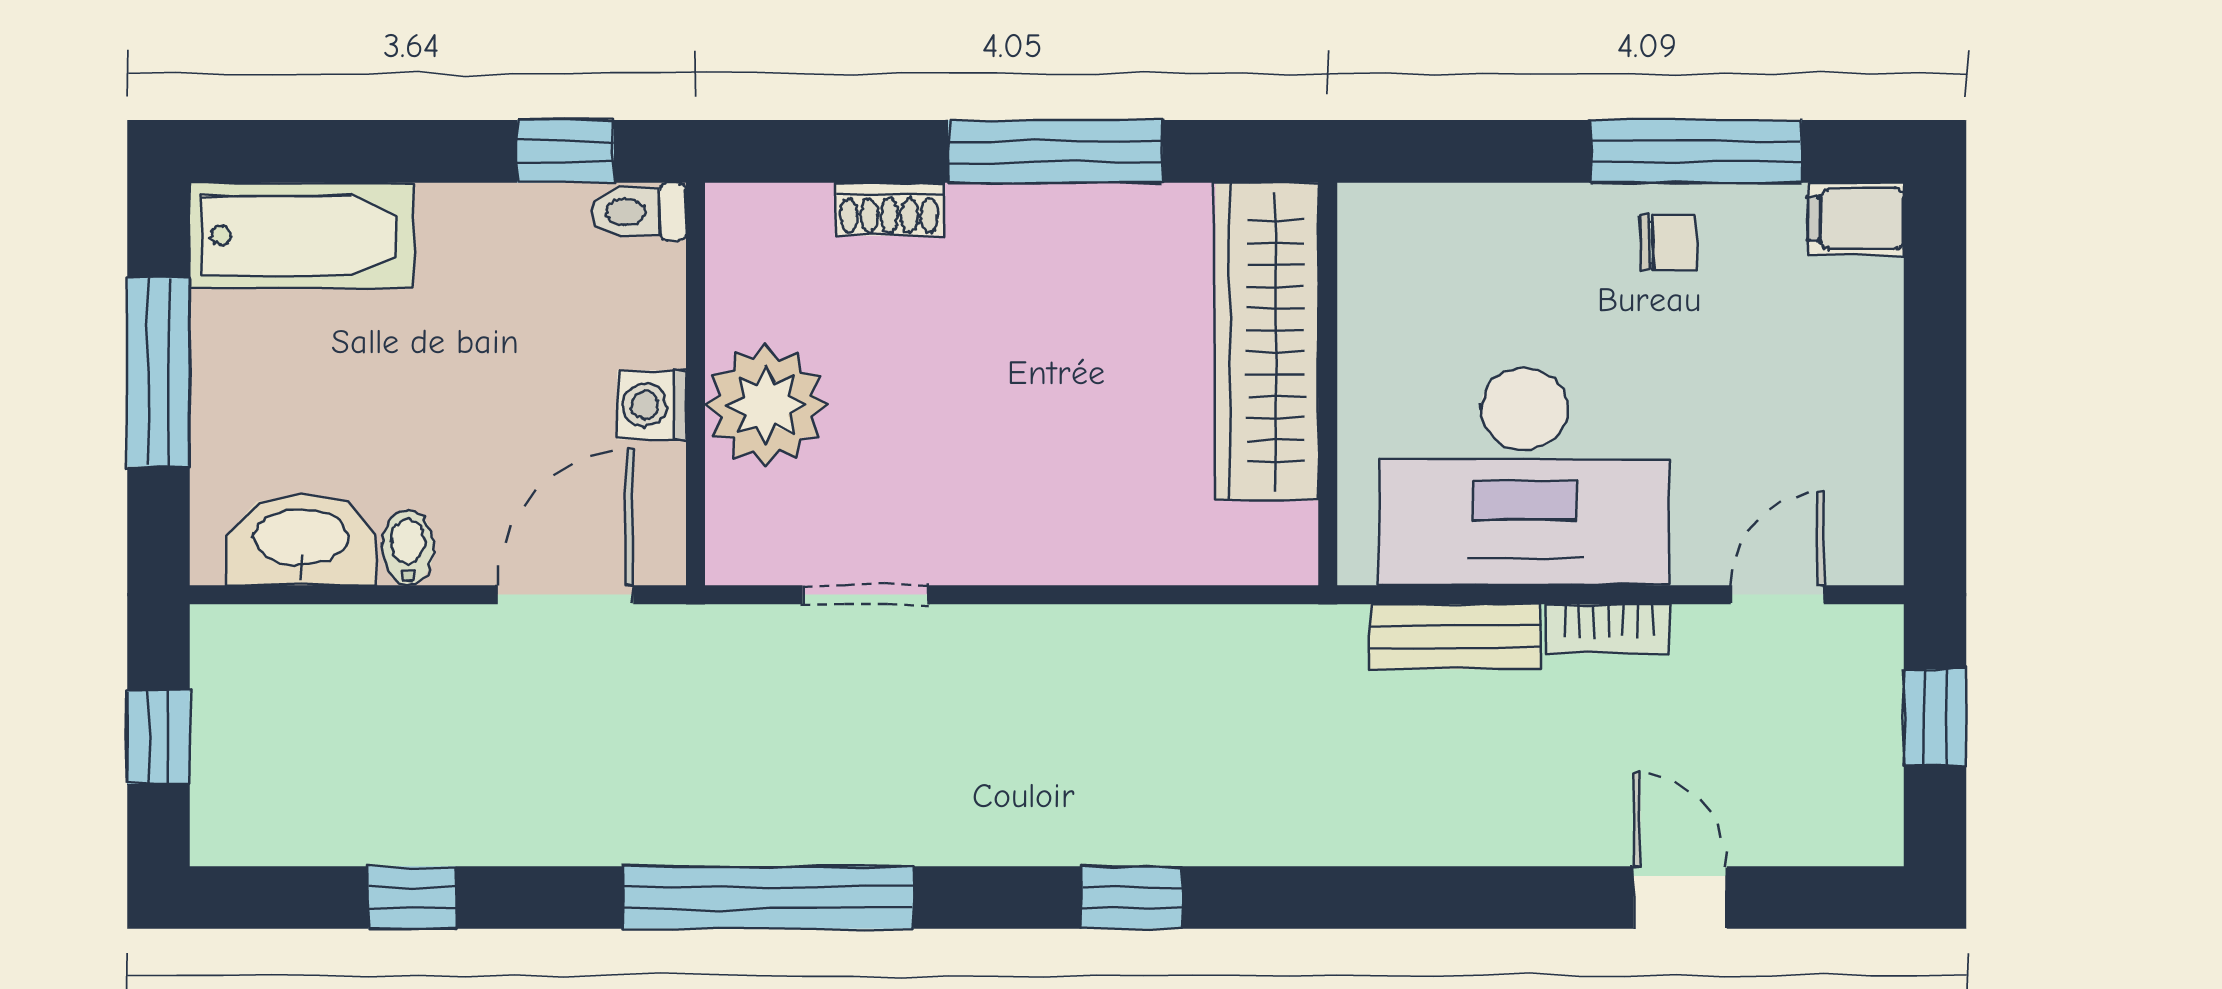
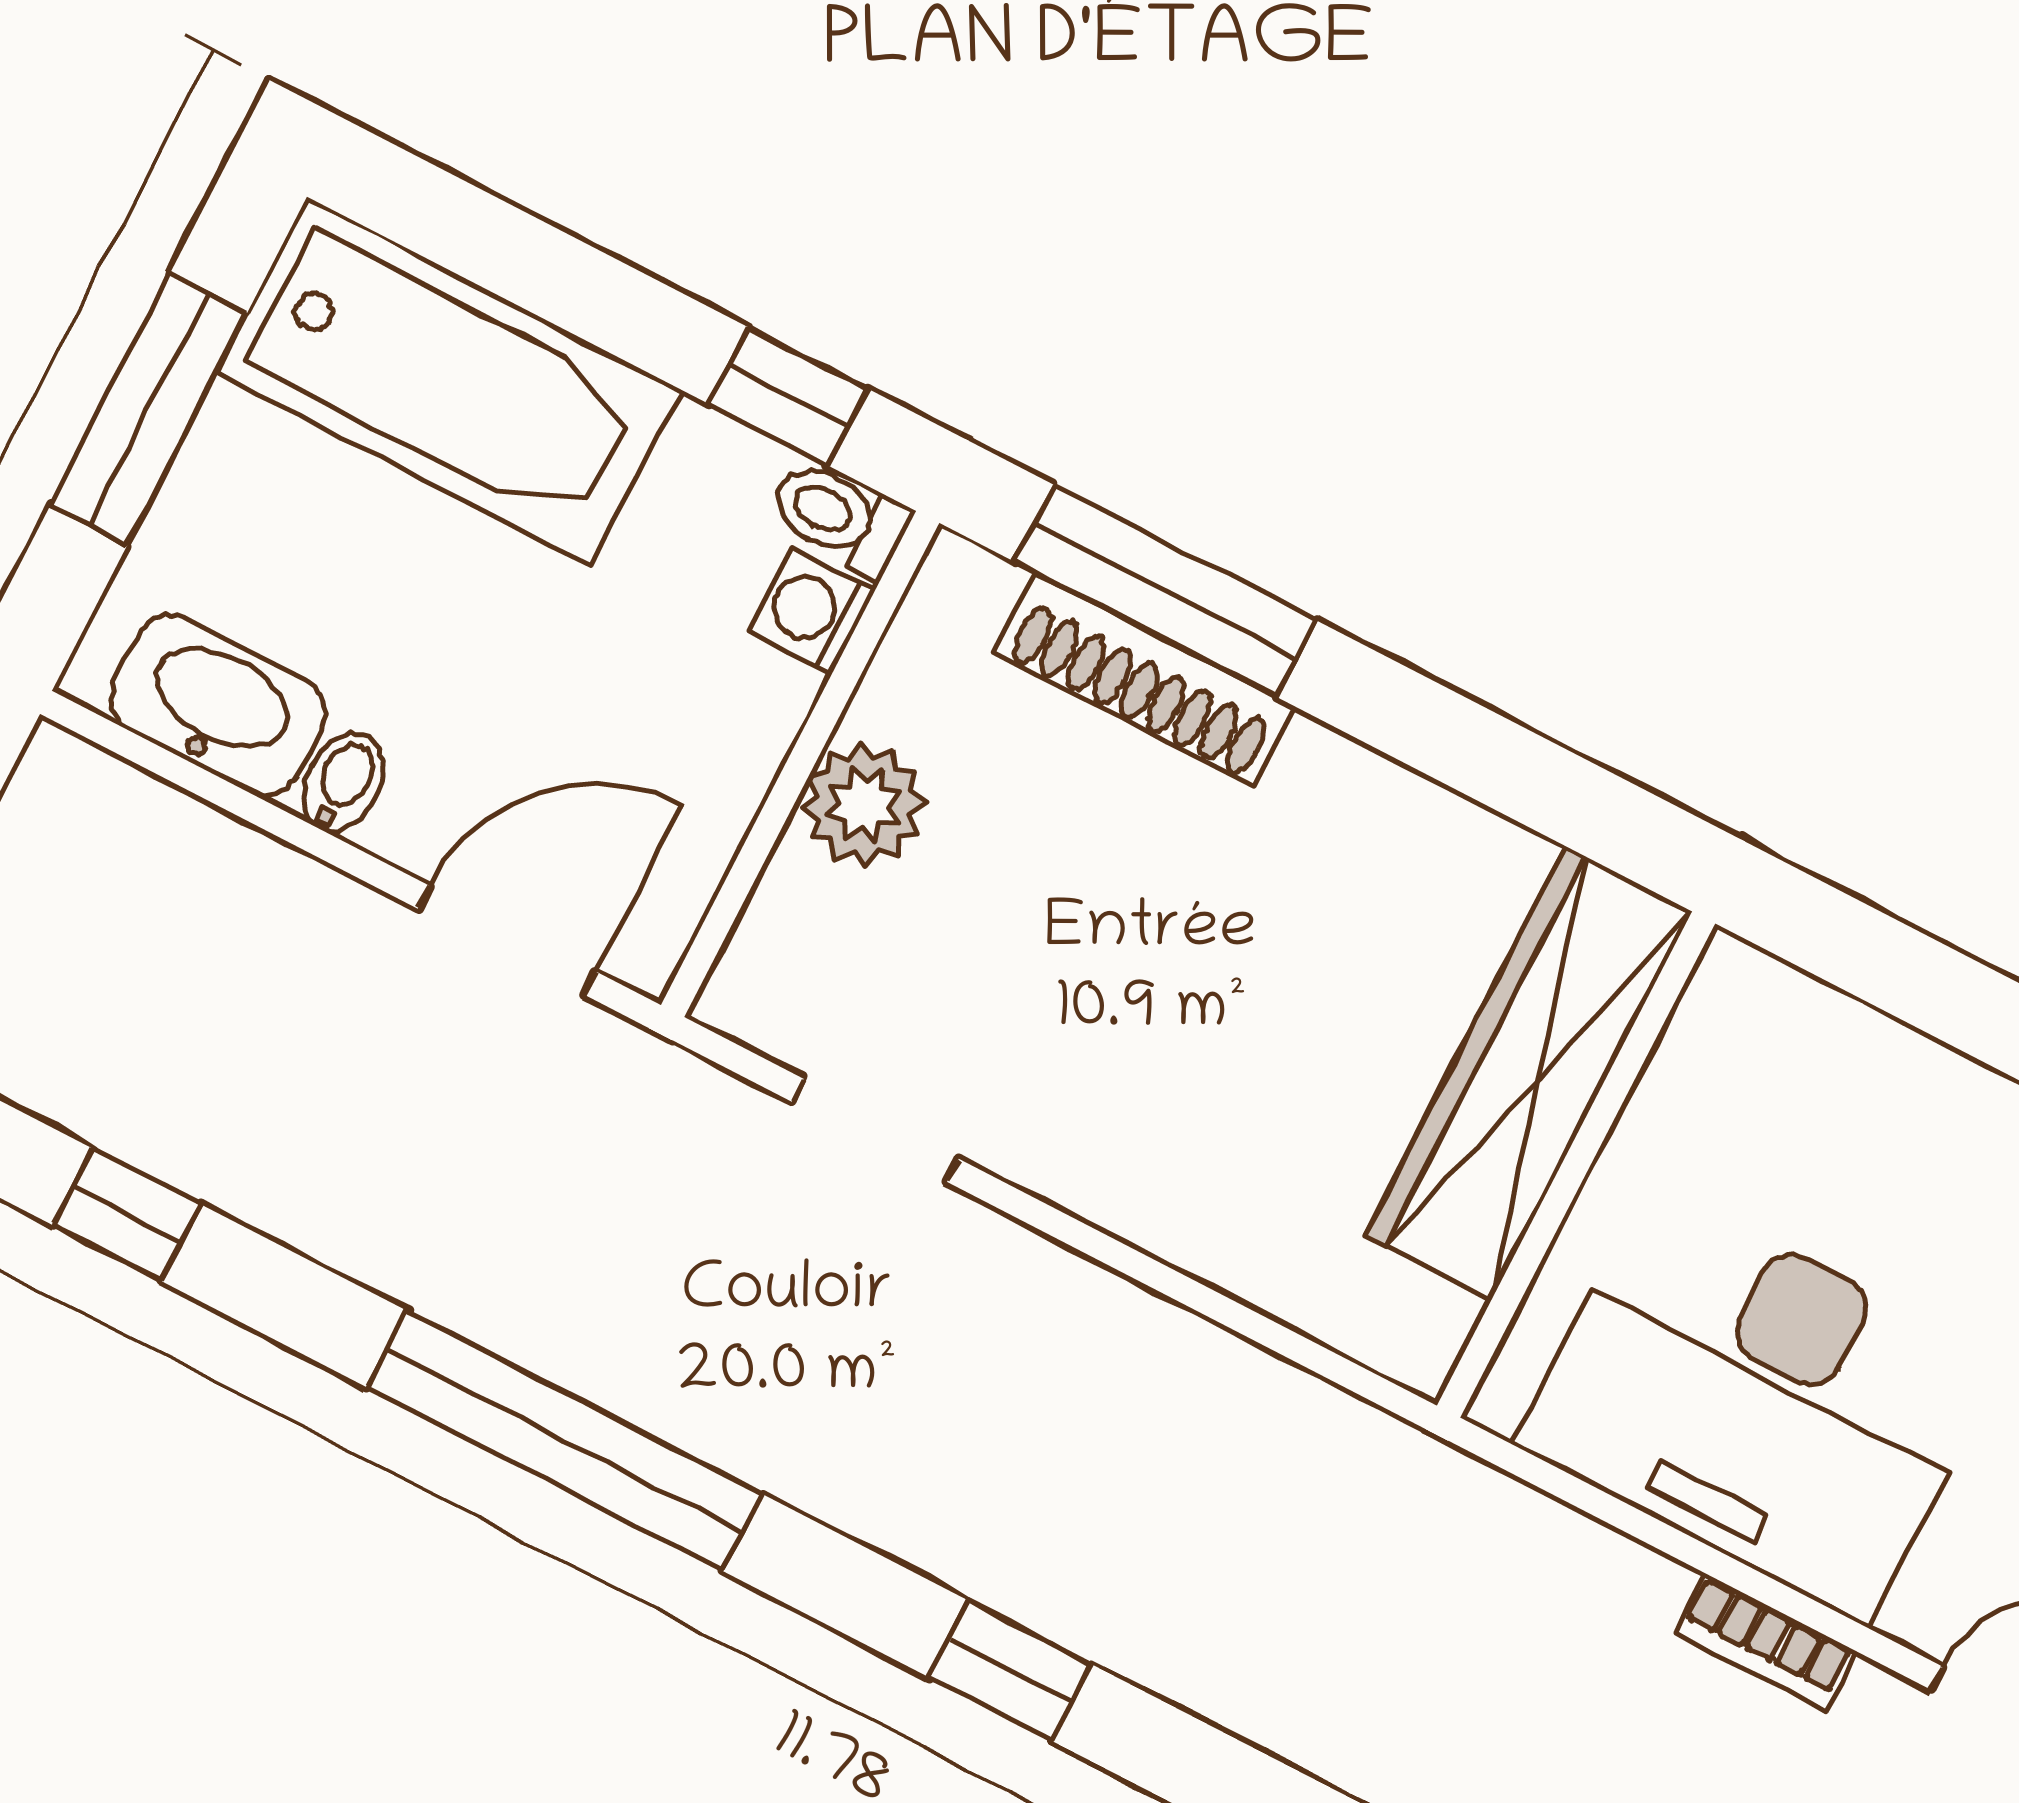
window: (1055, 151) -> (1165, 591), moved
shoe rack: (889, 209) -> (1145, 680), width x1.94, depth x1.24
bathtub: (302, 235) -> (449, 382), width x1.36, depth x1.36
washing machine: (652, 405) -> (811, 611), moved
plant: (766, 405) -> (864, 805), width x0.73, depth x0.73
bench: (1455, 637) -> (1573, 1555), removed

